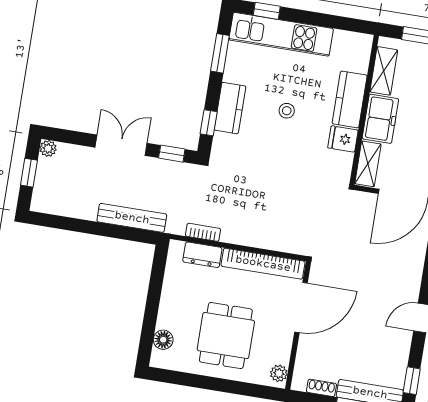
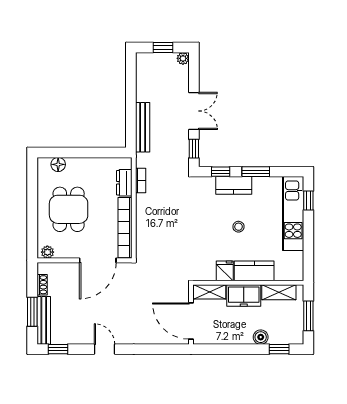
window: (220, 53) -> (256, 172), moved
door: (301, 308) -> (98, 260), hinge flipped
dining table: (226, 336) -> (69, 209), turned 90

